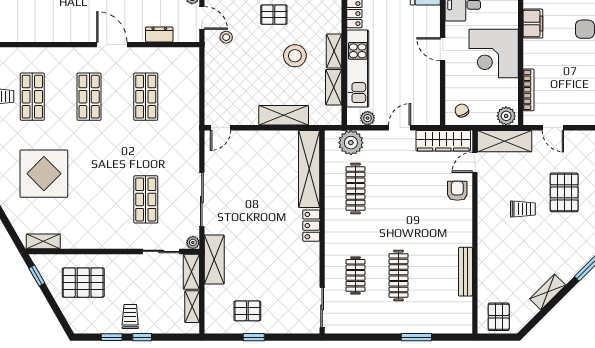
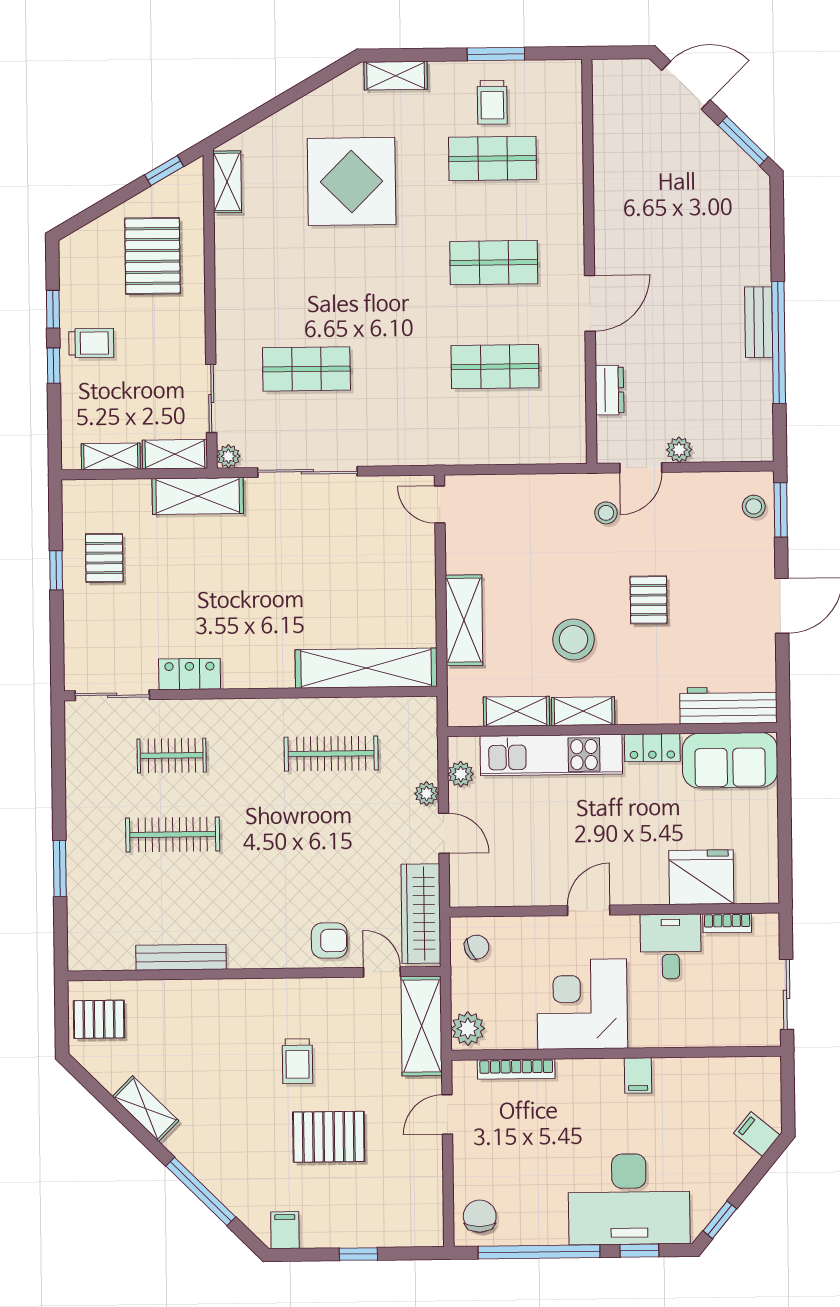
filing cabinet: (533, 24) -> (638, 1075), width x0.50
plant: (351, 143) -> (427, 794), moved, width x0.53, depth x0.53
locker: (311, 226) -> (190, 674), moved

